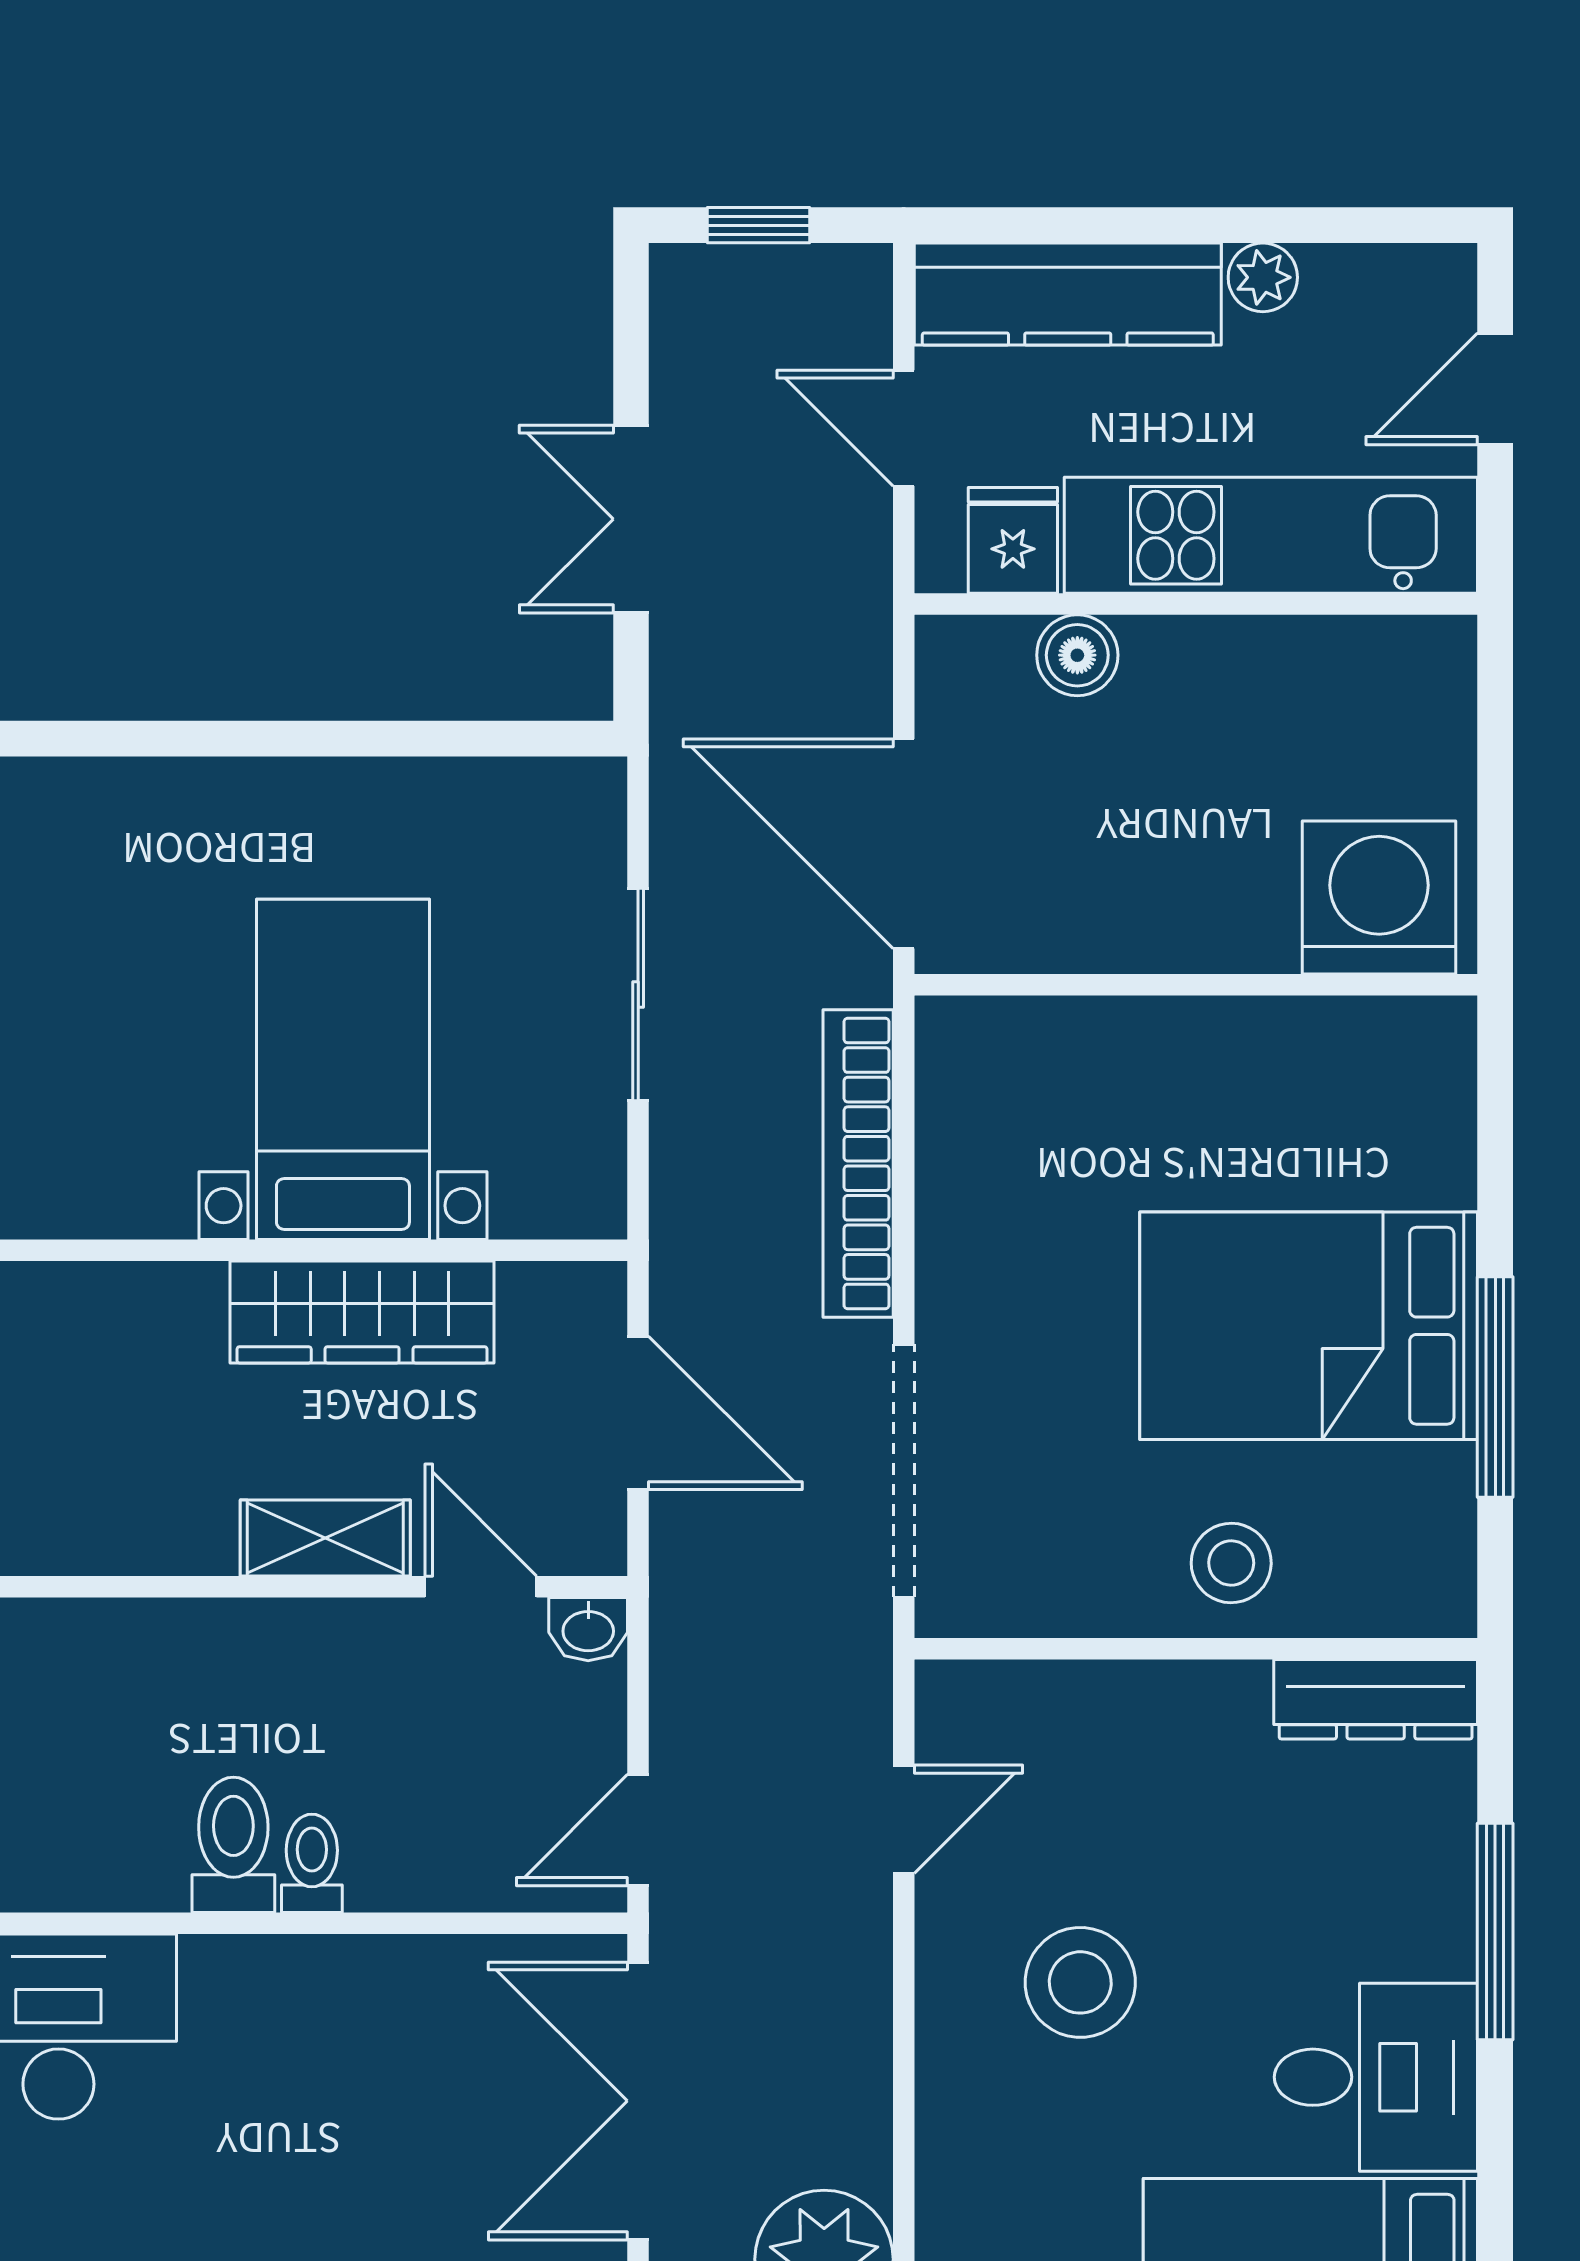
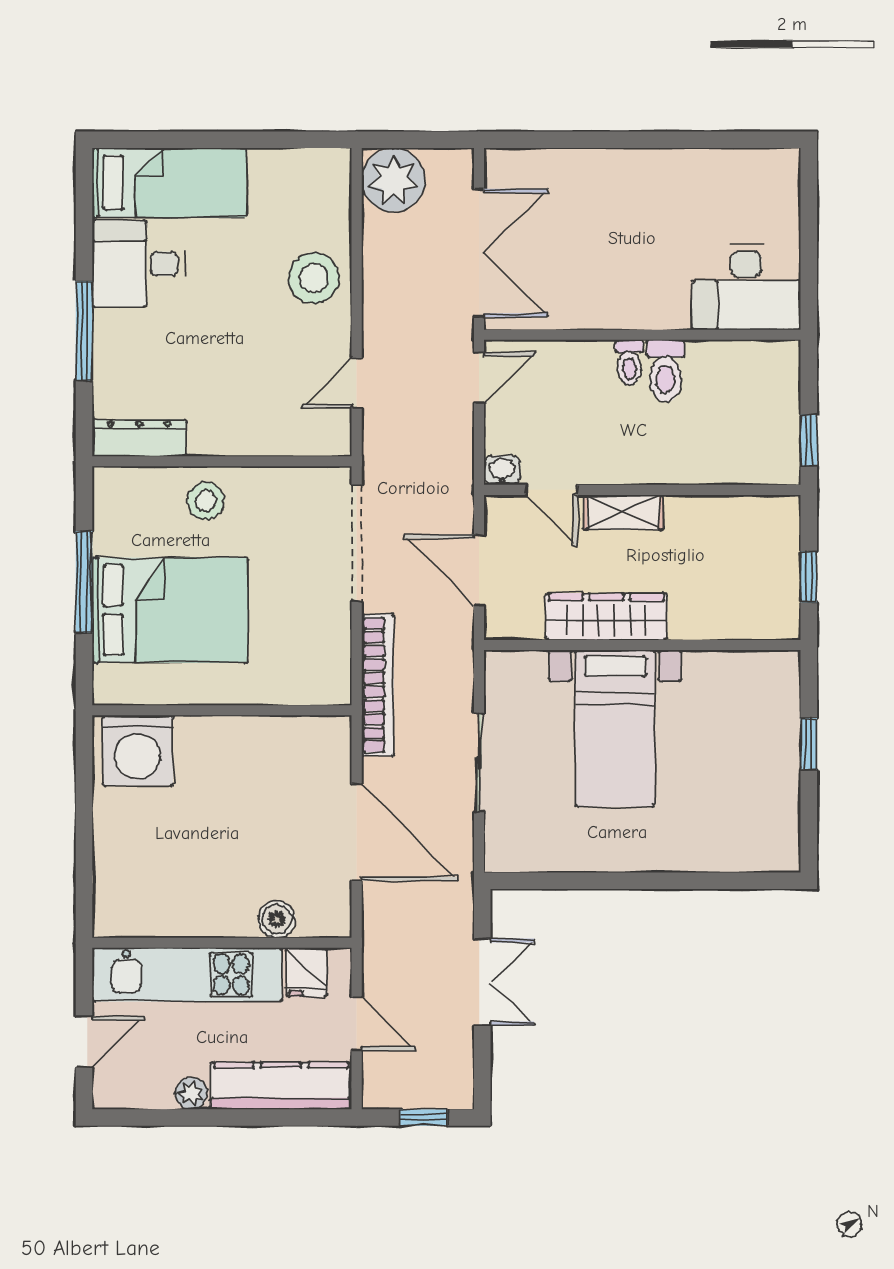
washing machine: (1379, 898) -> (138, 750), moved
wall: (1196, 985) -> (222, 710), moved
stool: (1080, 1982) -> (314, 278), moved

